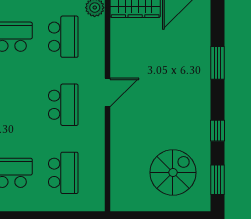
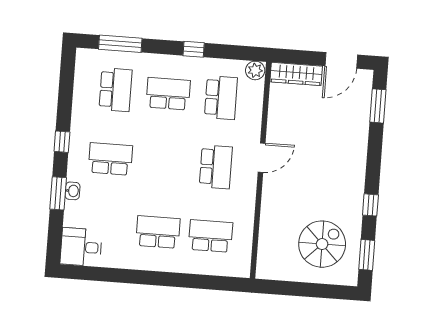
window: (217, 63) -> (378, 106), moved
school desk: (63, 173) -> (211, 236), turned -90

